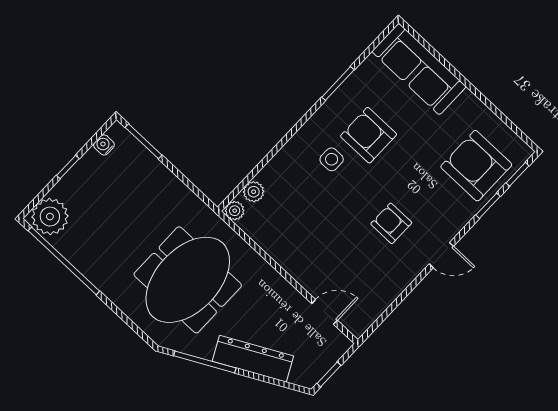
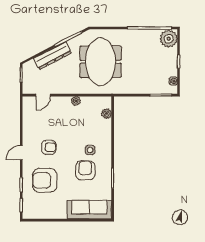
armchair: (369, 135) -> (85, 170), turned -90
armchair: (476, 166) -> (45, 180), moved, turned 180
plant: (235, 211) -> (76, 101), moved

